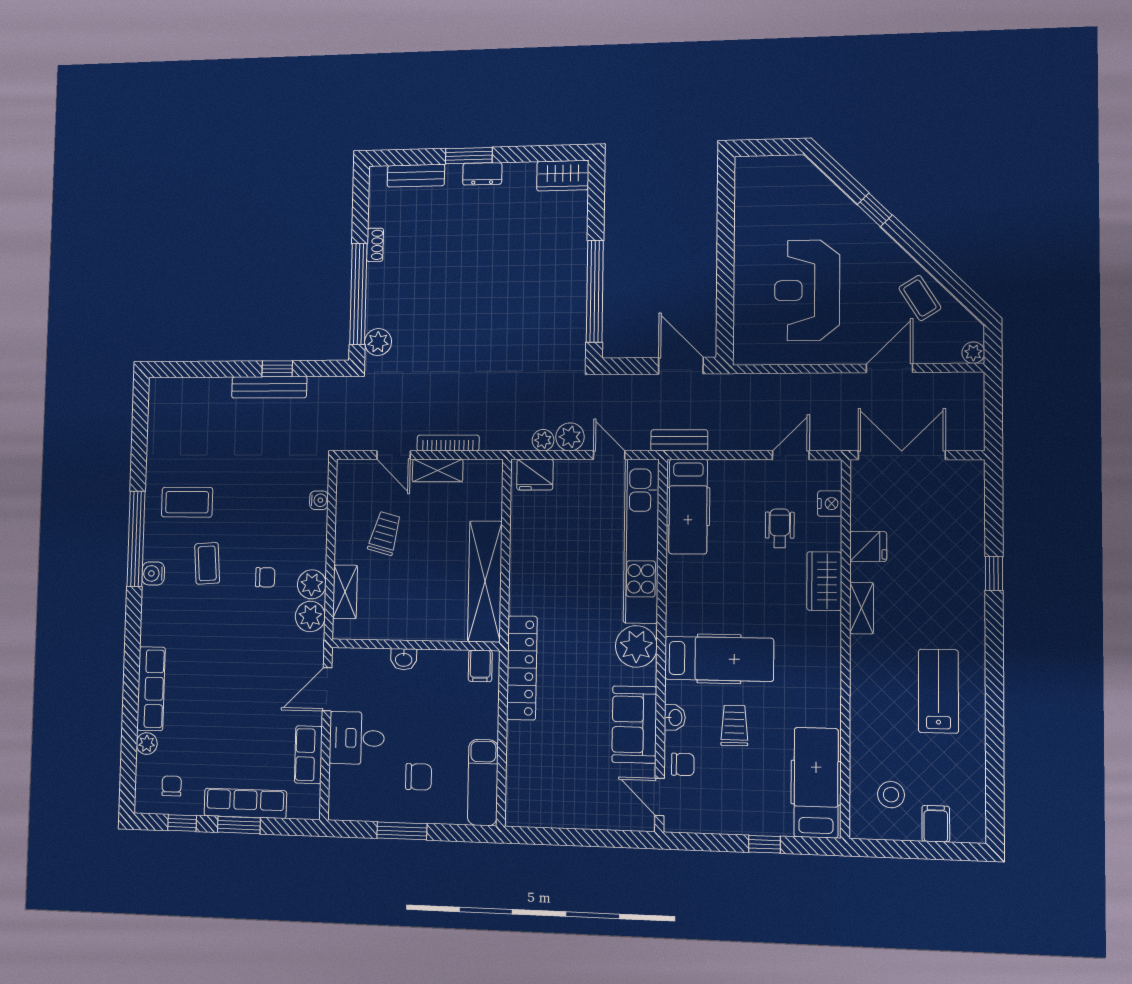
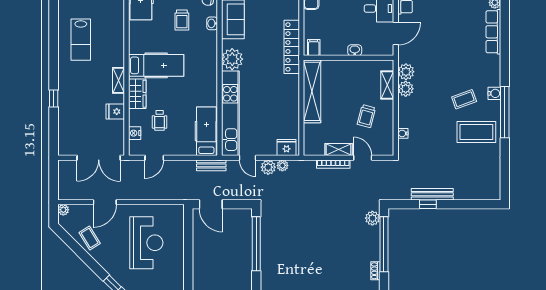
coffee table: (187, 502) -> (476, 132), width x1.36, depth x1.32
coffee table: (207, 563) -> (464, 99), turned 74
chair: (265, 577) -> (431, 92), removed
hospital bed: (719, 659) -> (156, 65), moved, turned 180

